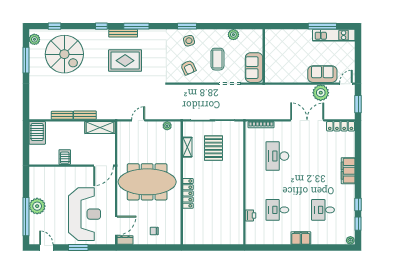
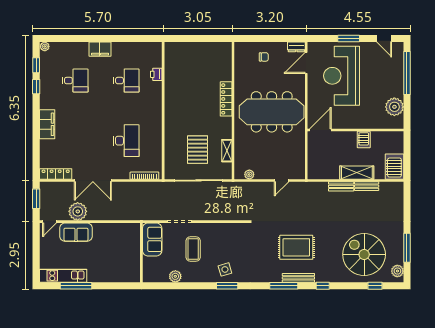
armchair: (188, 68) -> (226, 239), removed
shelving: (100, 128) -> (357, 173), moved
plant: (37, 206) -> (394, 107), moved

